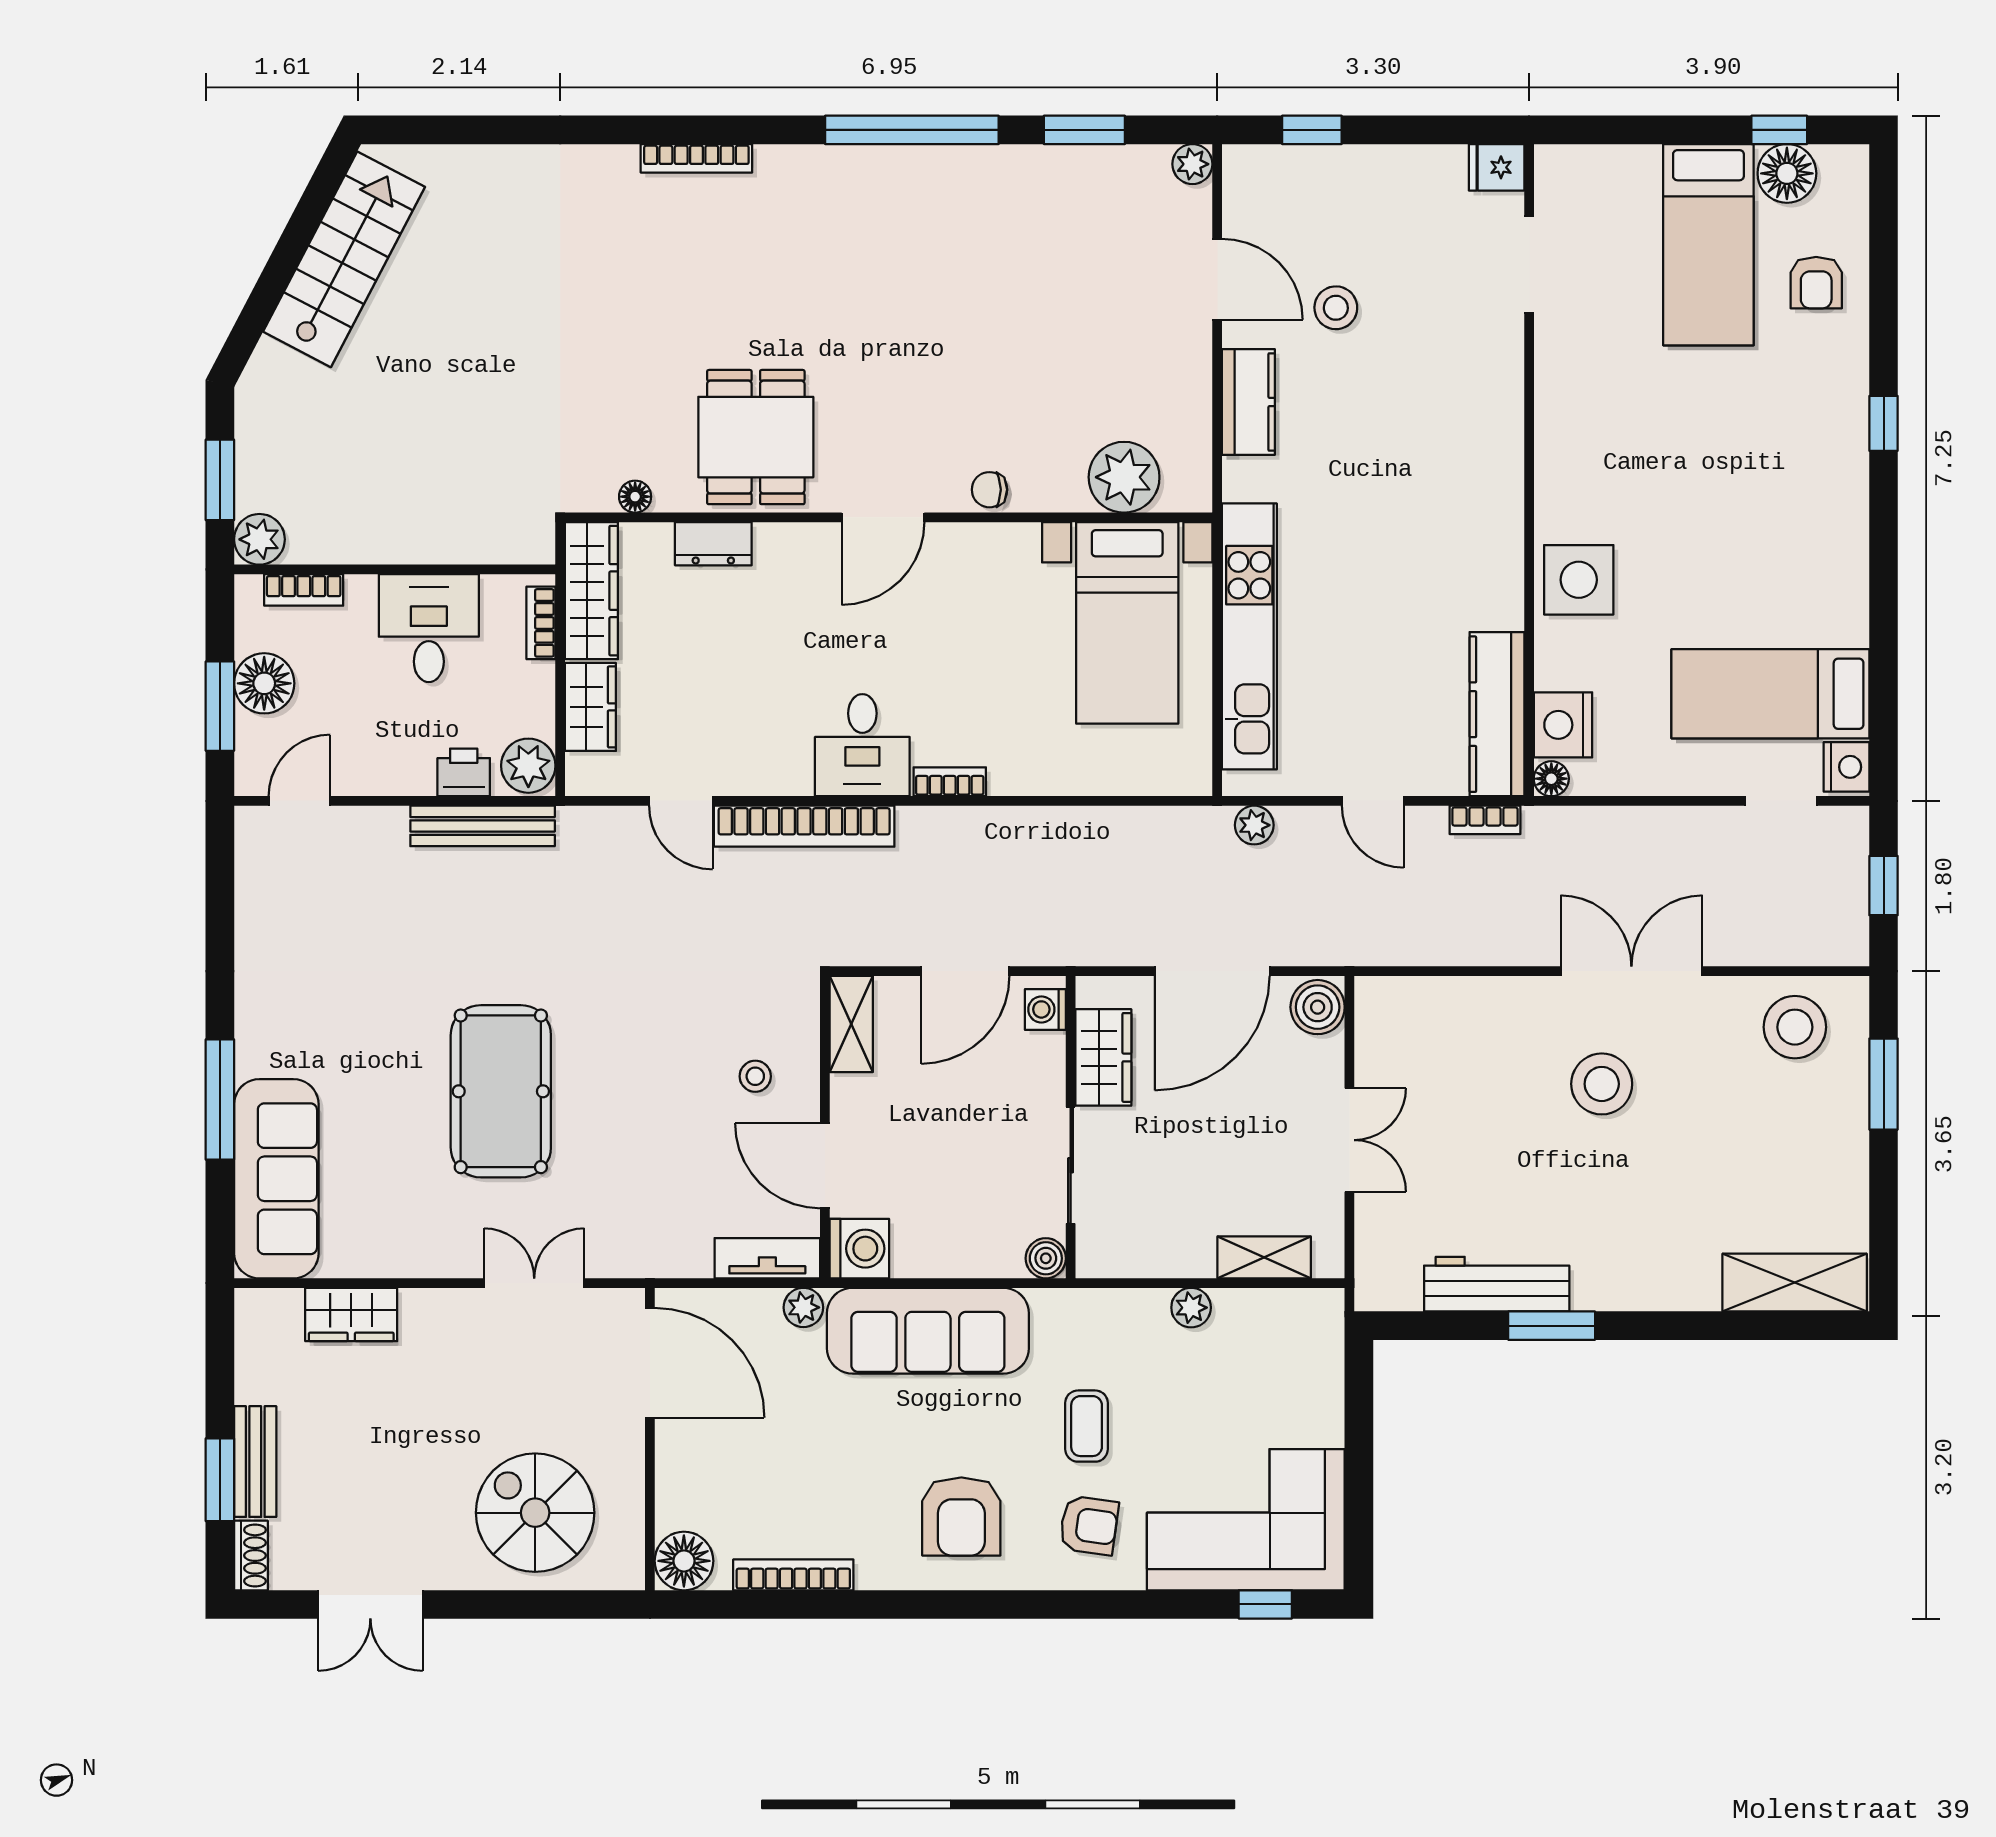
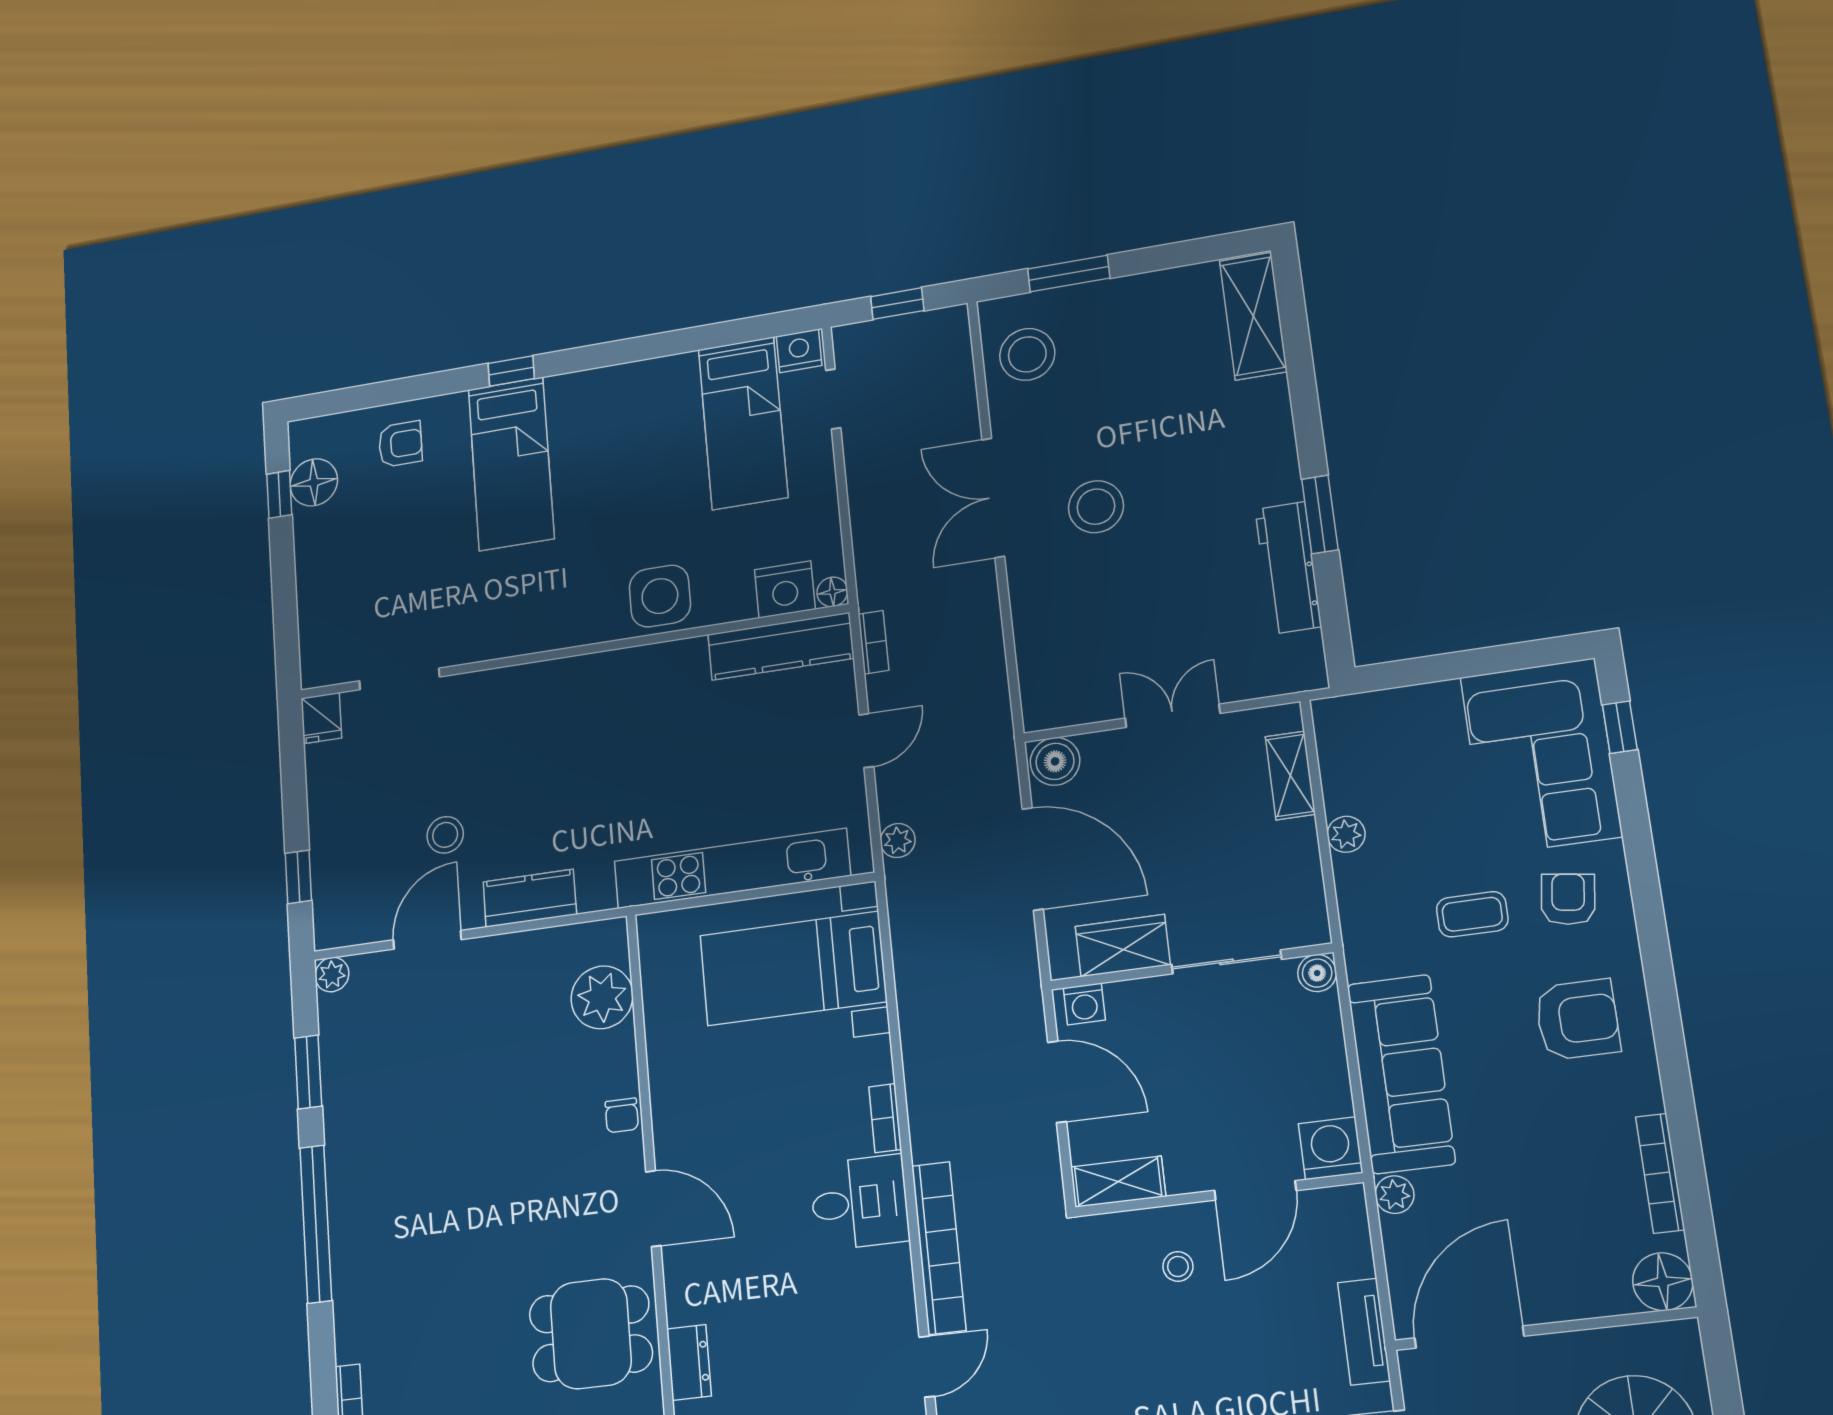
bed: (1708, 245) -> (511, 464), moved, turned 90
bed with nightstands: (1127, 623) -> (793, 968), moved, turned 180
tv unit: (767, 1258) -> (1364, 1332), moved

